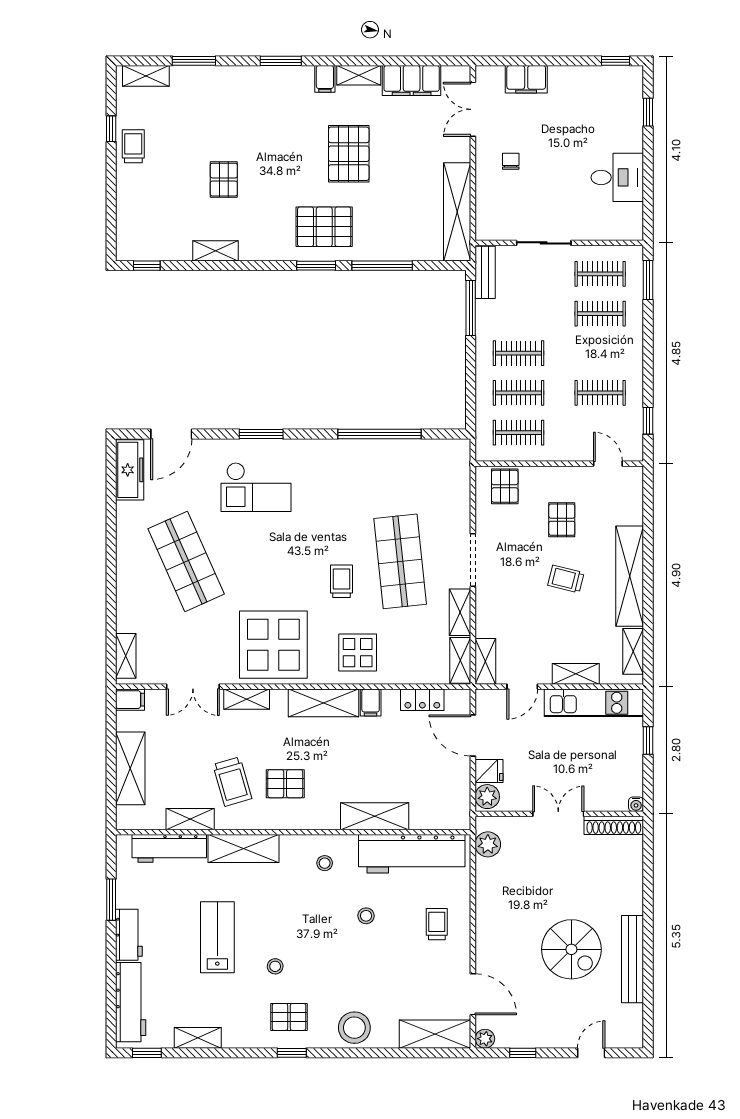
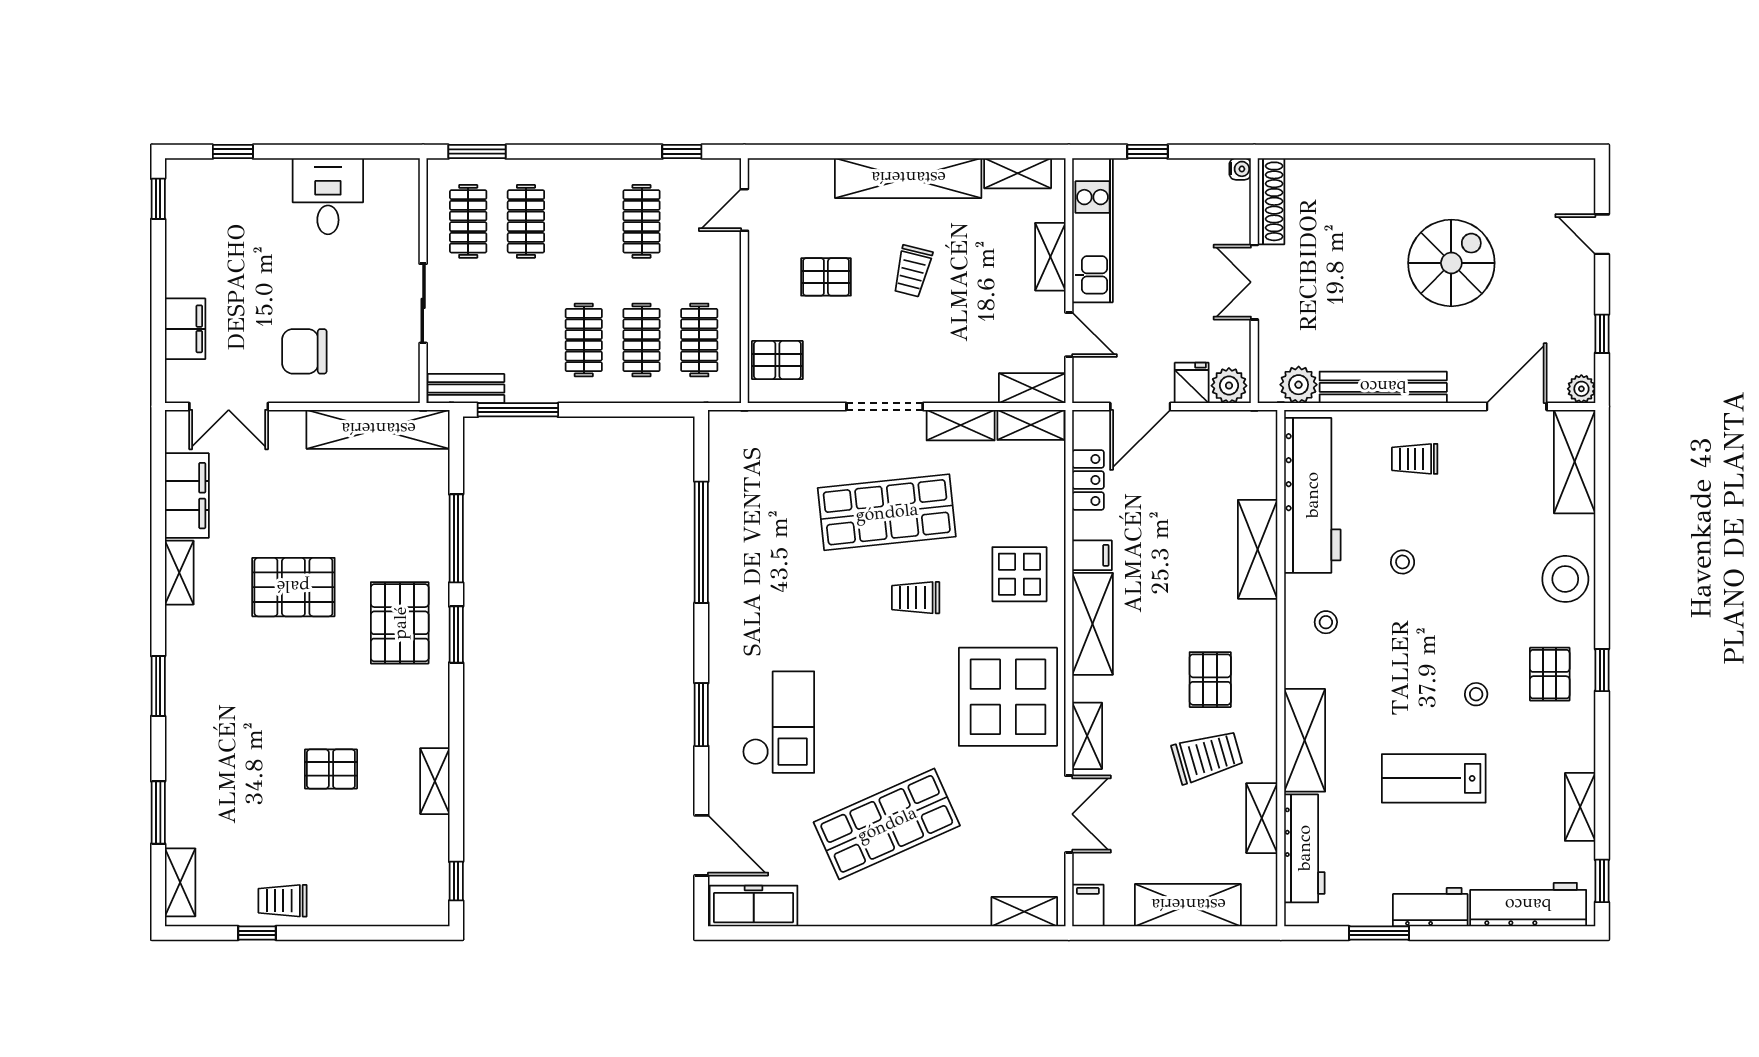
filing cabinet: (325, 79) -> (184, 622), removed
chair: (511, 161) -> (304, 351), width x1.87, depth x1.87
bench: (633, 959) -> (1383, 387), moved

